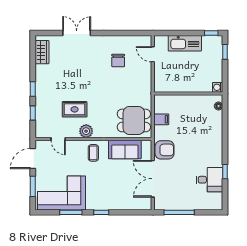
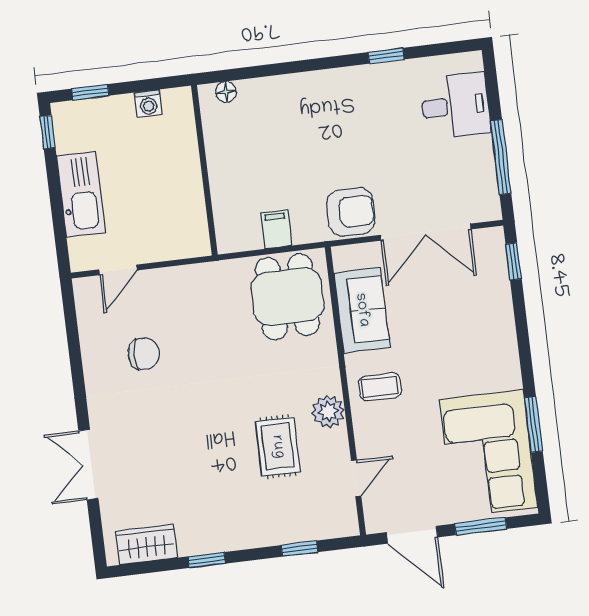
washing machine: (218, 87) -> (148, 103), moved
window: (33, 89) -> (207, 560), moved
armchair: (165, 150) -> (351, 212), turned 90
desk: (209, 180) -> (455, 106), moved, turned 90
window: (101, 212) -> (514, 261), moved

